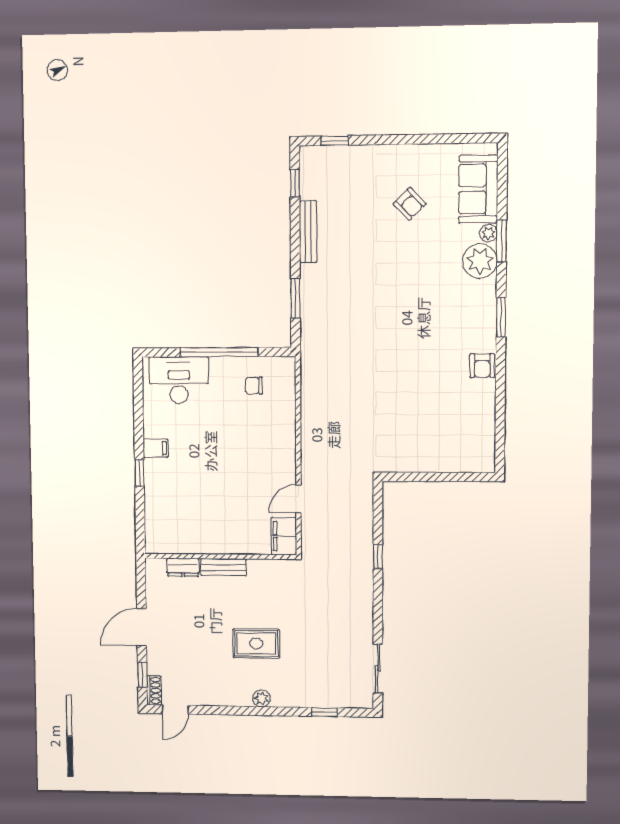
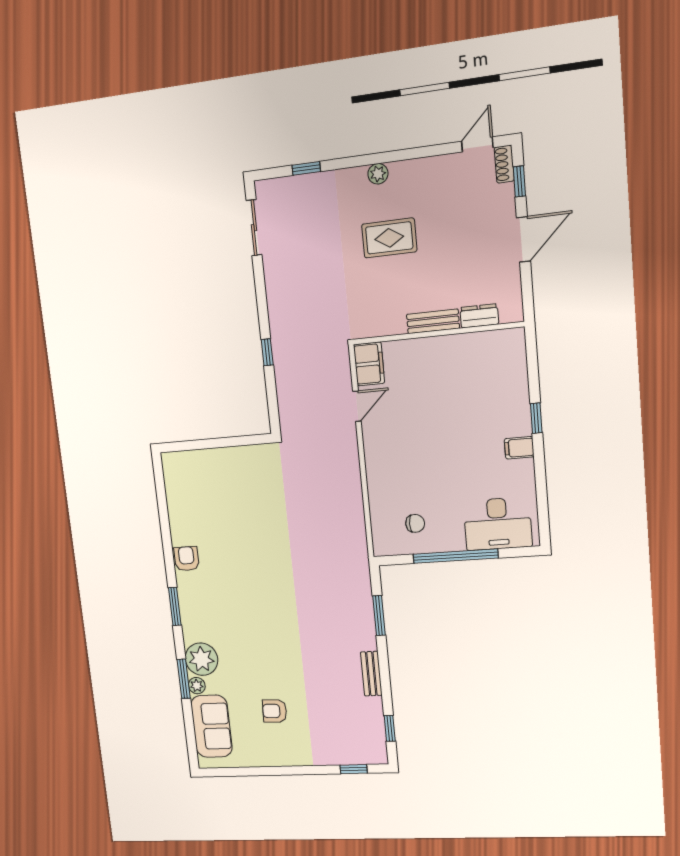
armchair: (410, 204) -> (275, 711), turned -43
bench: (308, 232) -> (371, 674), width x0.73

